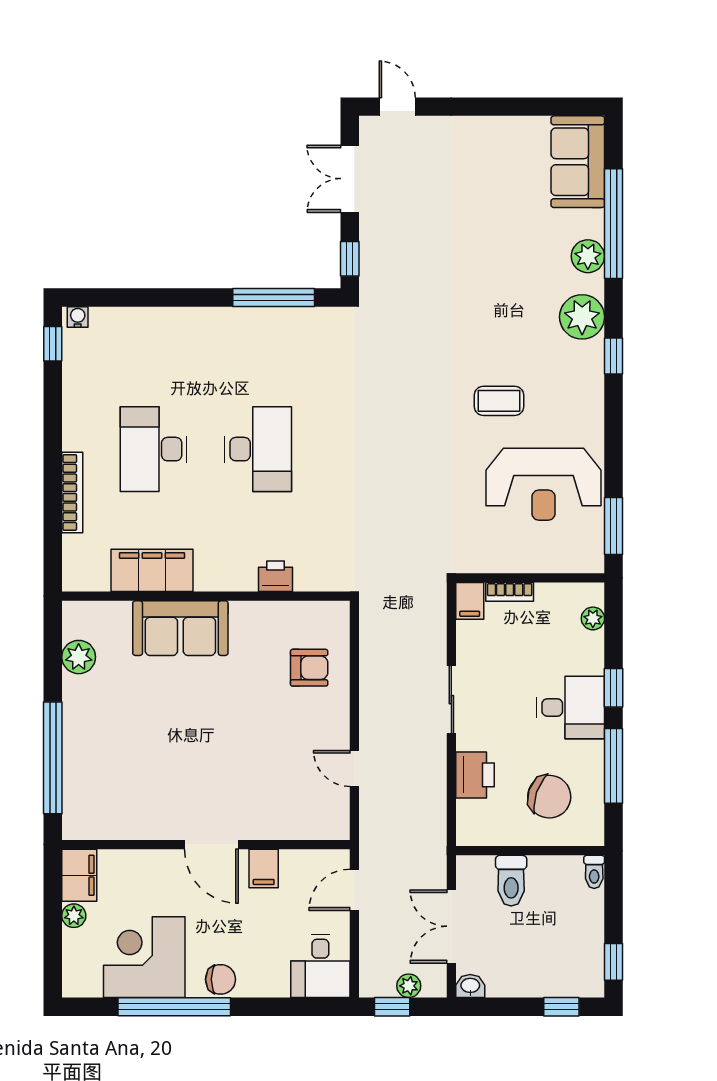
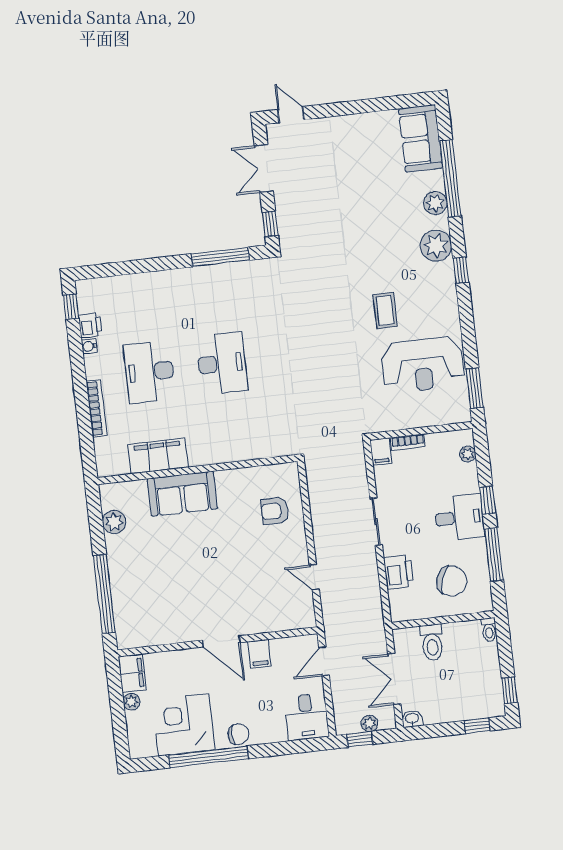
water cooler: (78, 317) -> (89, 346), moved, turned -90
coffee table: (499, 401) -> (385, 311), turned 90
printer: (275, 576) -> (90, 325), moved, turned 90
armchair: (309, 668) -> (275, 511), turned 180

